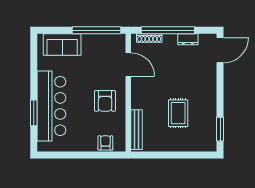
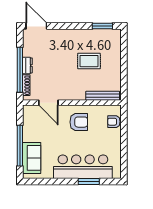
window: (96, 30) -> (20, 146), moved
dresser: (188, 39) -> (27, 65), moved
door: (128, 65) -> (48, 103), swing flipped

